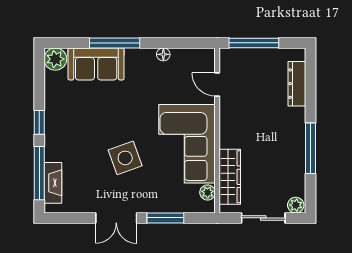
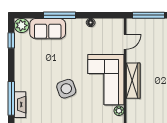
door: (217, 84) -> (125, 42), swing flipped
window: (39, 122) -> (11, 40), moved
wardrobe: (230, 177) -> (133, 81), moved

